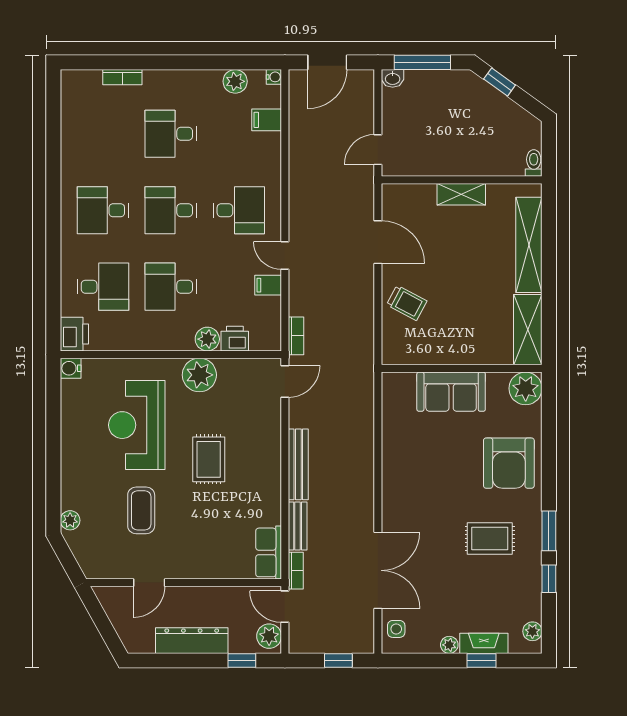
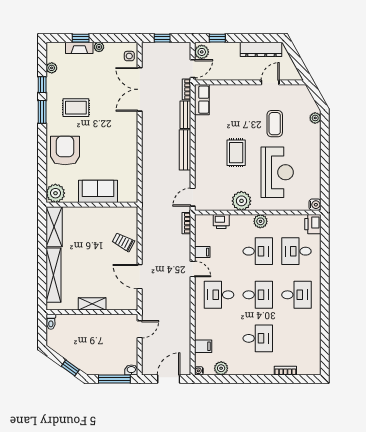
plant: (207, 339) -> (260, 221), moved
door: (285, 607) -> (193, 69), hinge flipped
plant: (532, 631) -> (52, 68), moved
dresser: (192, 641) -> (261, 49), moved

